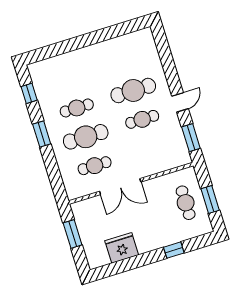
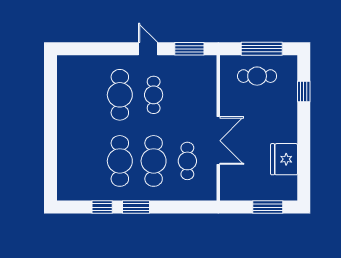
window: (29, 93) -> (102, 207), moved
cafe table: (77, 108) -> (120, 161), width x1.37, depth x1.35
window: (210, 200) -> (262, 49), width x1.44
window: (73, 234) -> (268, 207), moved
window: (174, 250) -> (304, 91), moved

